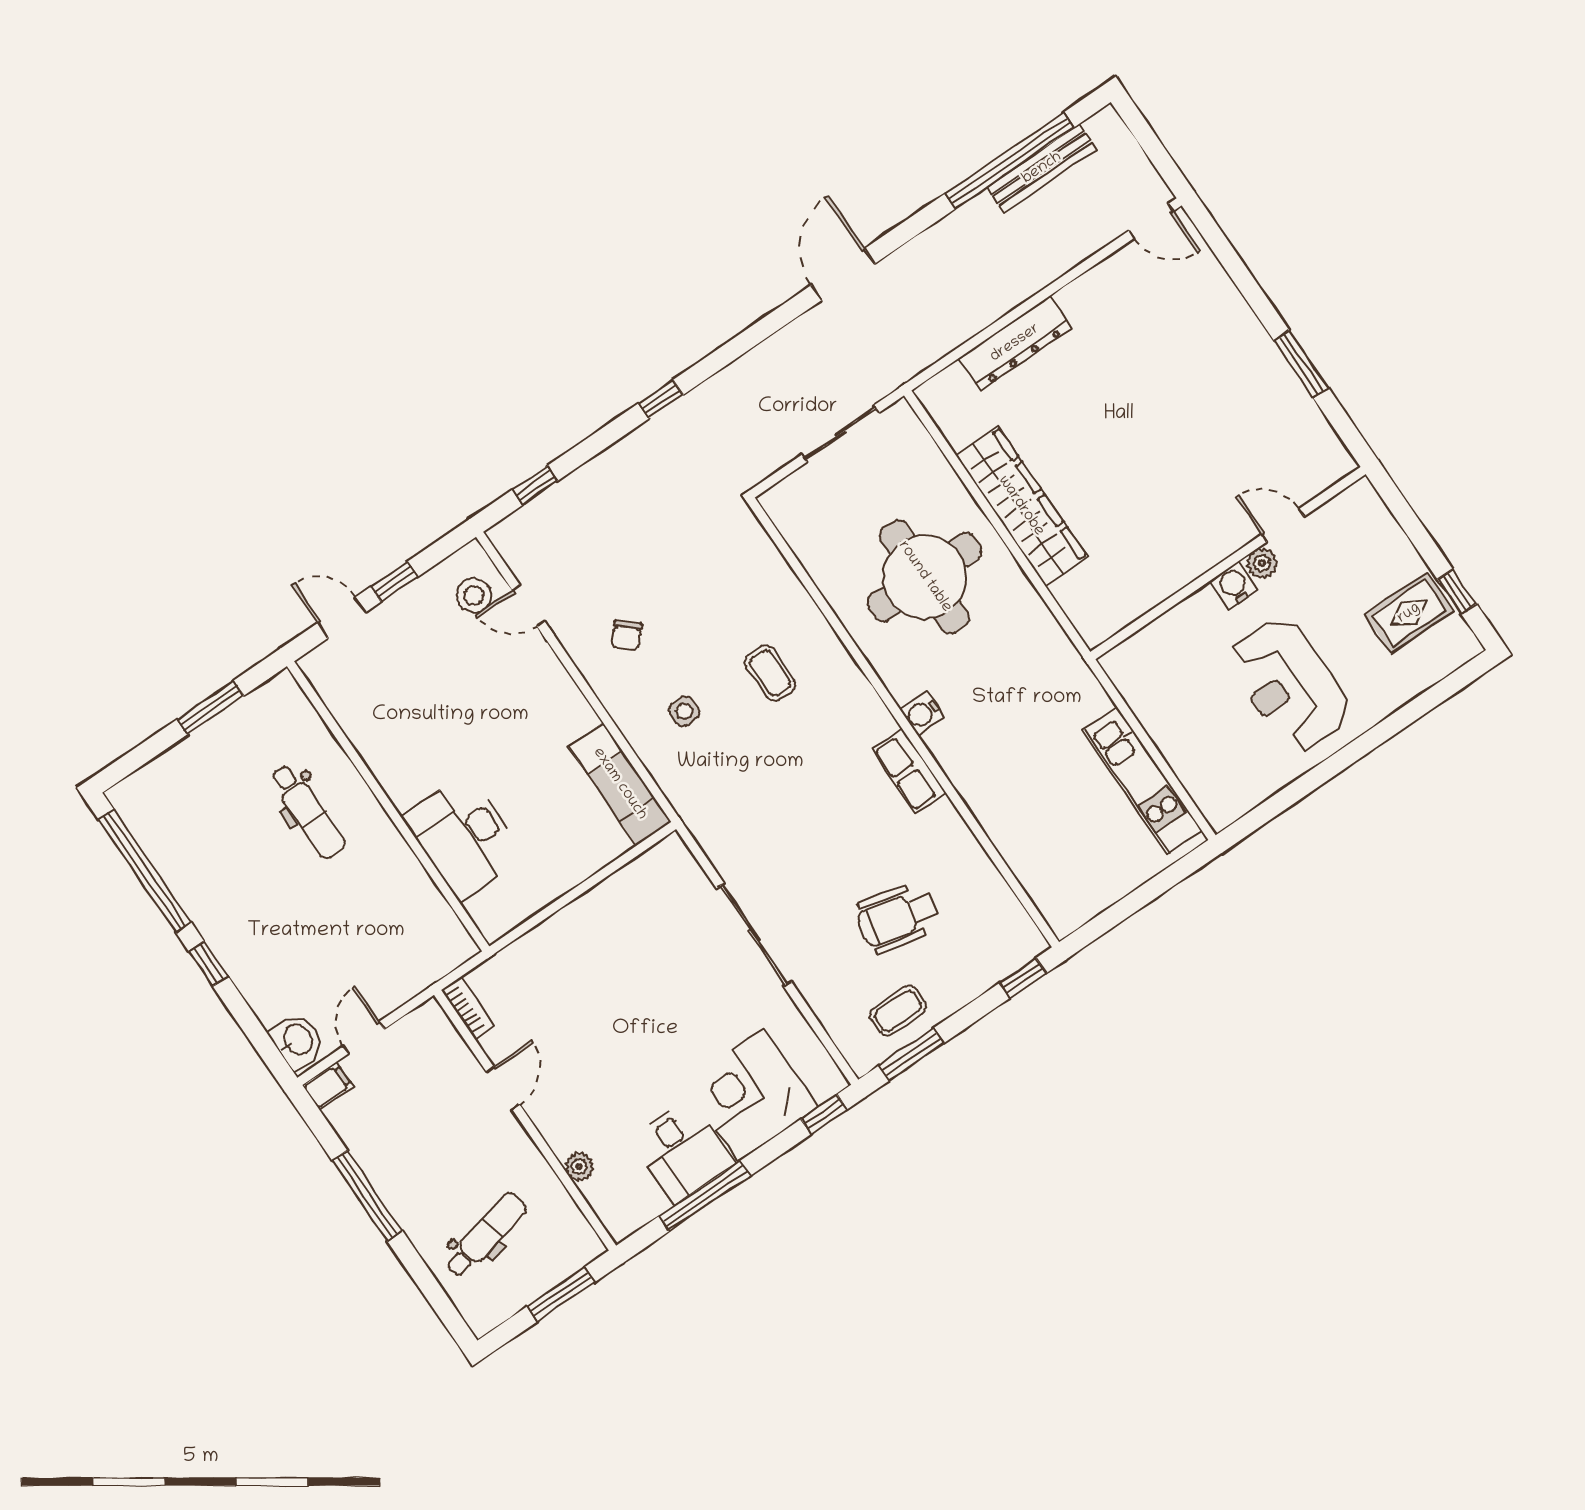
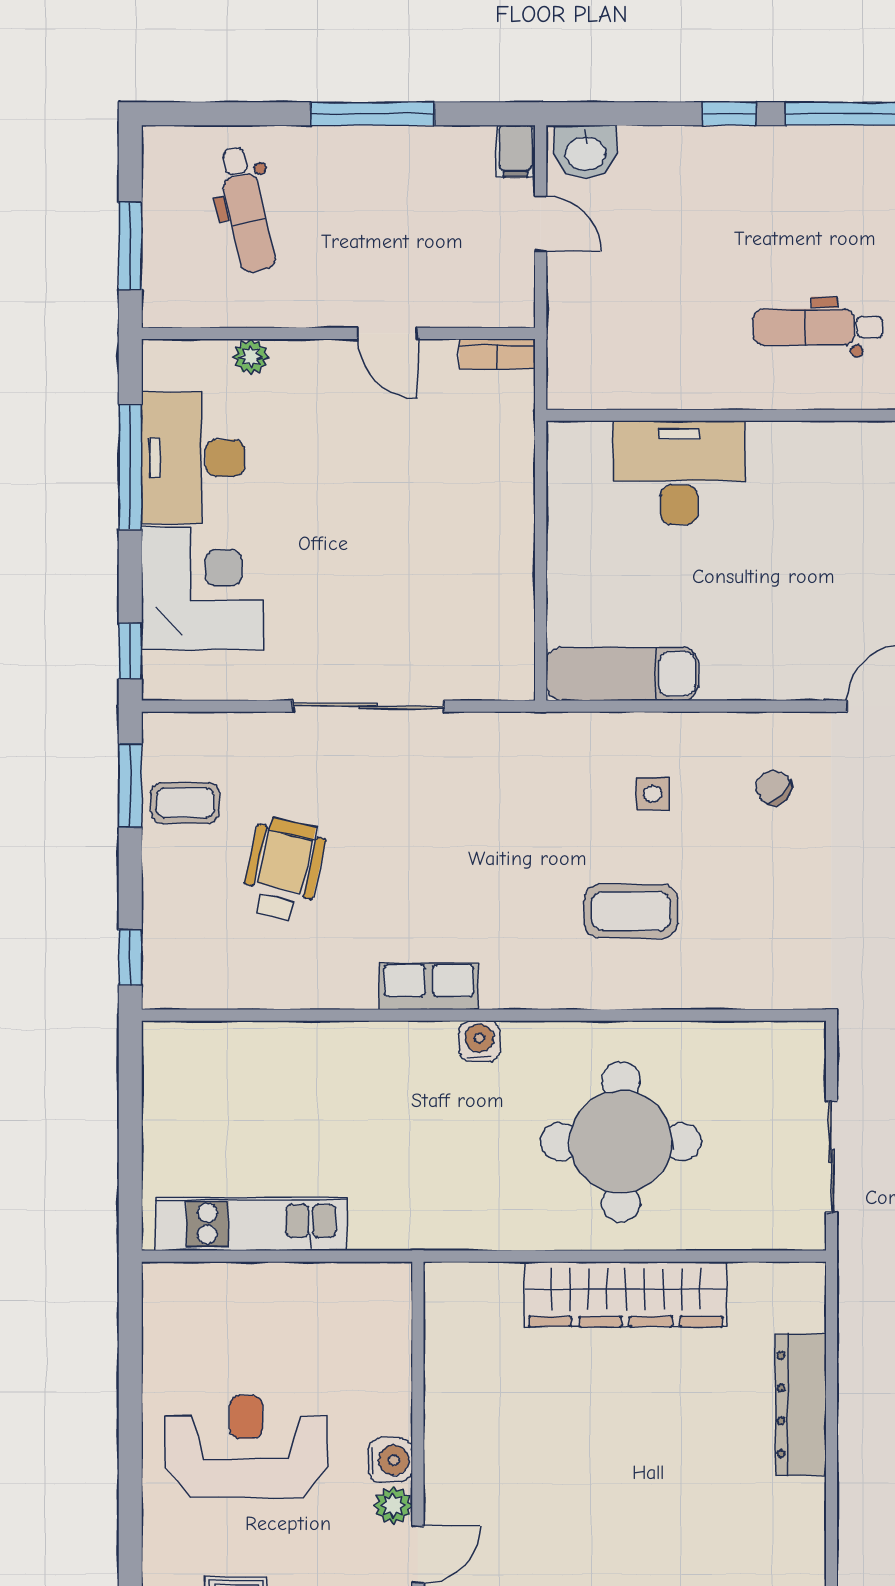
coffee table: (770, 673) -> (631, 911), width x1.36, depth x1.30
coffee table: (898, 1011) -> (185, 803), turned 90
desk: (682, 1151) -> (193, 458), width x1.37

